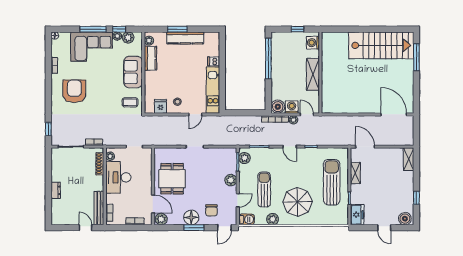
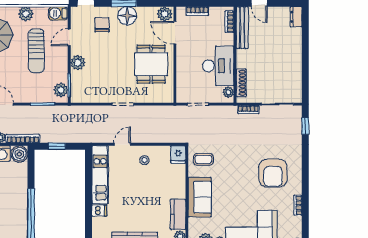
fridge: (160, 106) -> (178, 154), moved
window: (248, 113) -> (57, 146), added
dresser: (56, 190) -> (296, 17), moved

